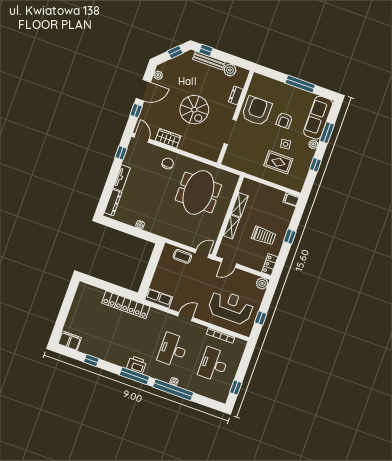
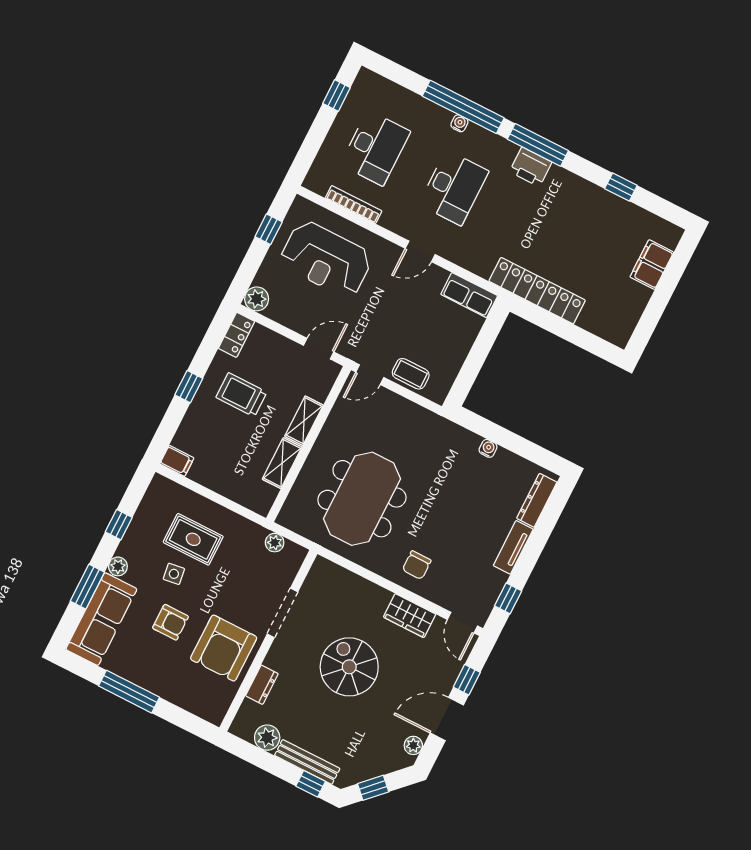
armchair: (284, 120) -> (171, 622), turned 90
plant: (238, 166) -> (275, 543), added
filing cabinet: (69, 341) -> (652, 265), moved, turned 90

